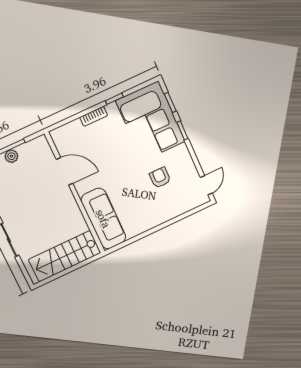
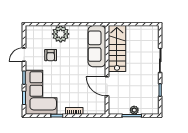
door: (206, 185) -> (24, 55), moved
plant: (159, 212) -> (61, 34), added
stairs: (65, 256) -> (117, 49), moved, turned -90

